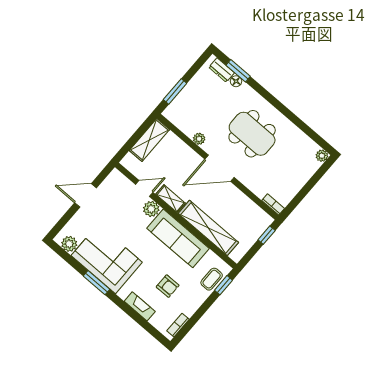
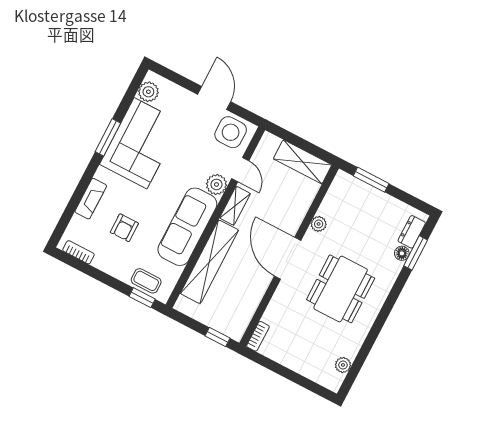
plant: (322, 156) -> (343, 365), moved
side table: (114, 189) -> (231, 132), added

